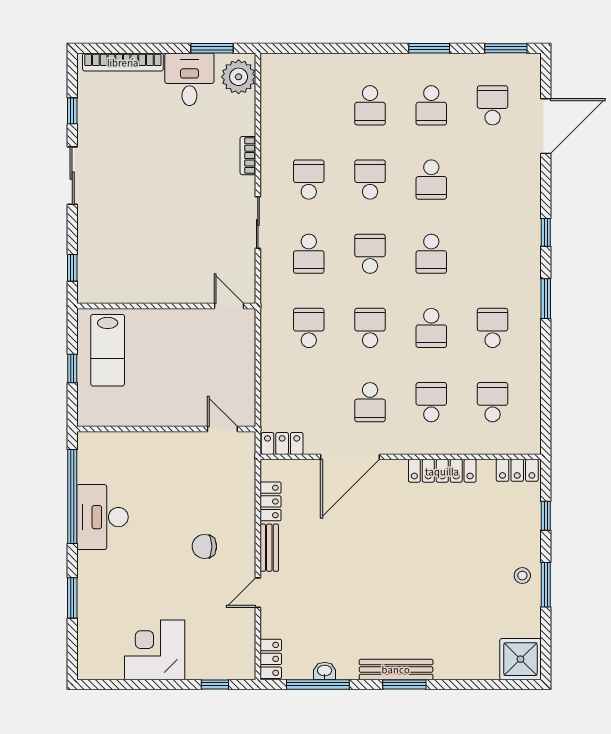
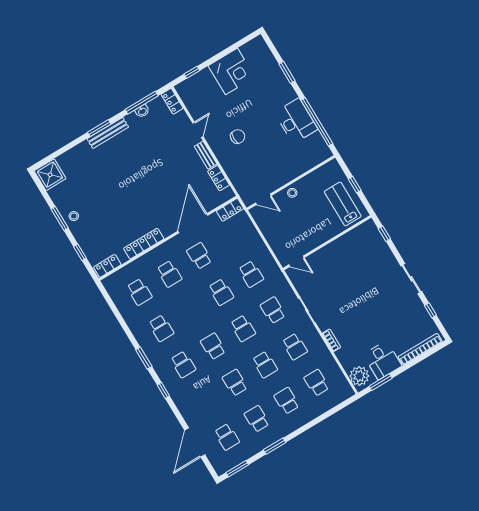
school desk: (309, 105) -> (317, 383), added
school desk: (431, 328) -> (183, 364), moved, turned 180
stool: (173, 413) -> (292, 193), added

